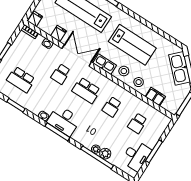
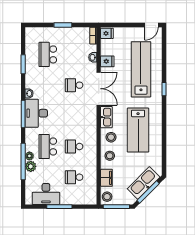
school desk: (86, 90) -> (48, 147), moved
stool: (171, 106) -> (107, 197), added

